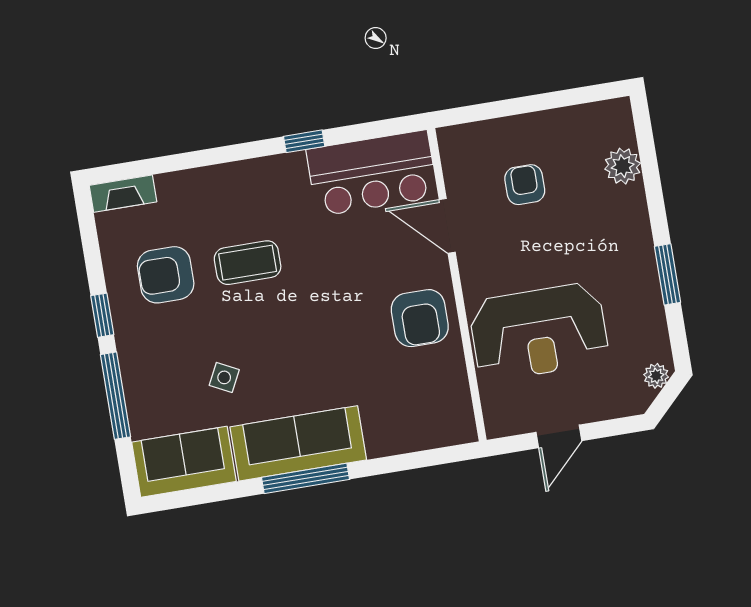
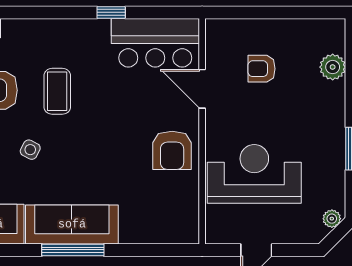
armchair: (525, 185) -> (262, 69), turned -90
coffee table: (248, 263) -> (57, 91), turned 90
reception desk: (539, 332) -> (254, 174), turned 180
side table: (224, 377) -> (30, 150), moved

